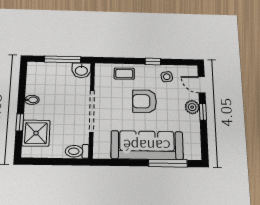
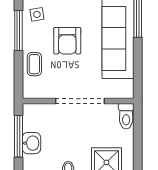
window: (153, 61) -> (18, 30), width x2.17
washbasin: (81, 70) -> (31, 143), moved

